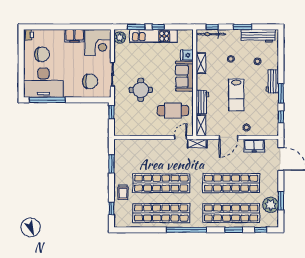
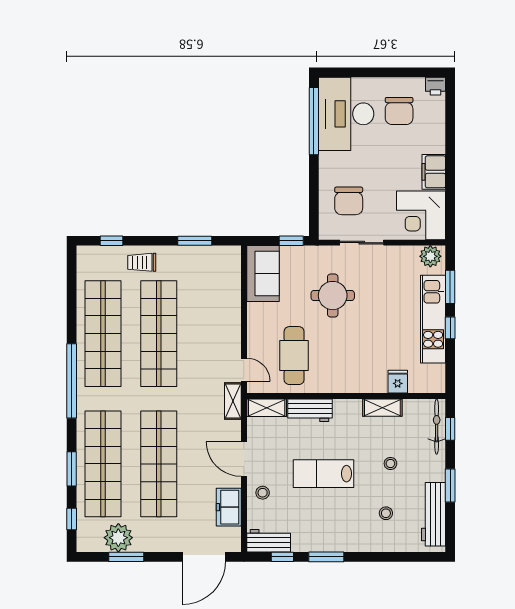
sofa: (184, 76) -> (263, 274), moved, turned 90
workbench: (272, 81) -> (269, 541), moved

